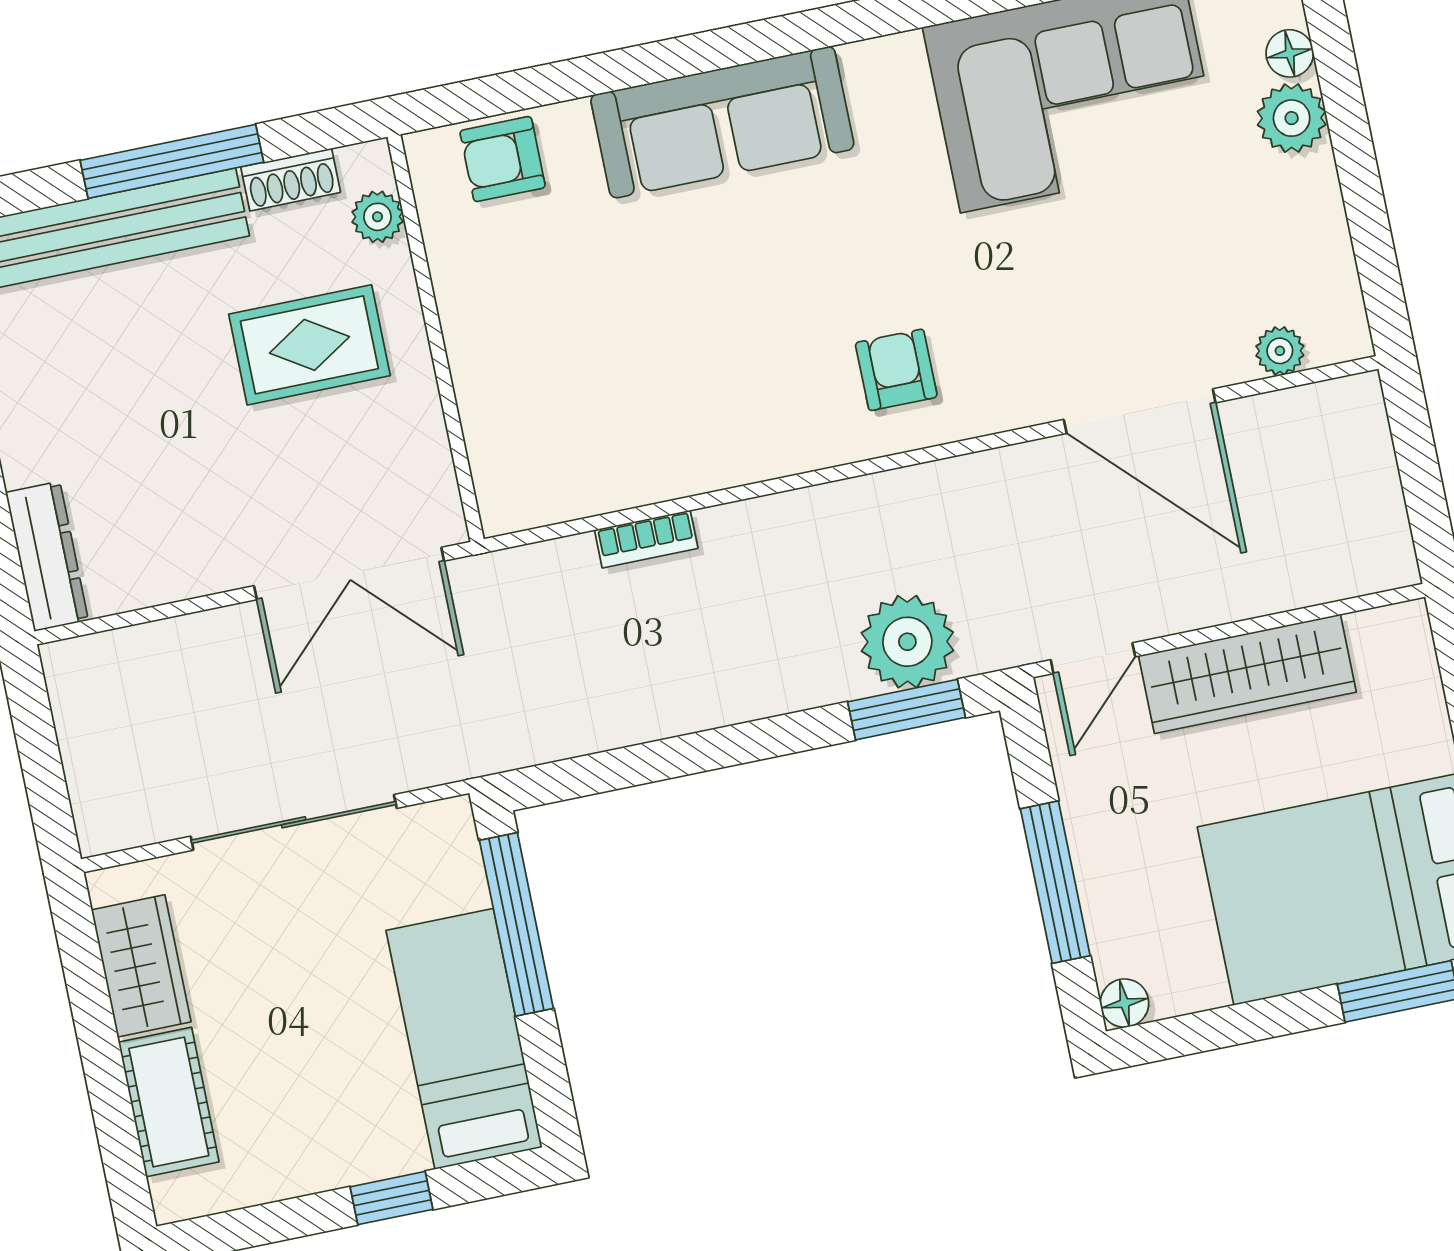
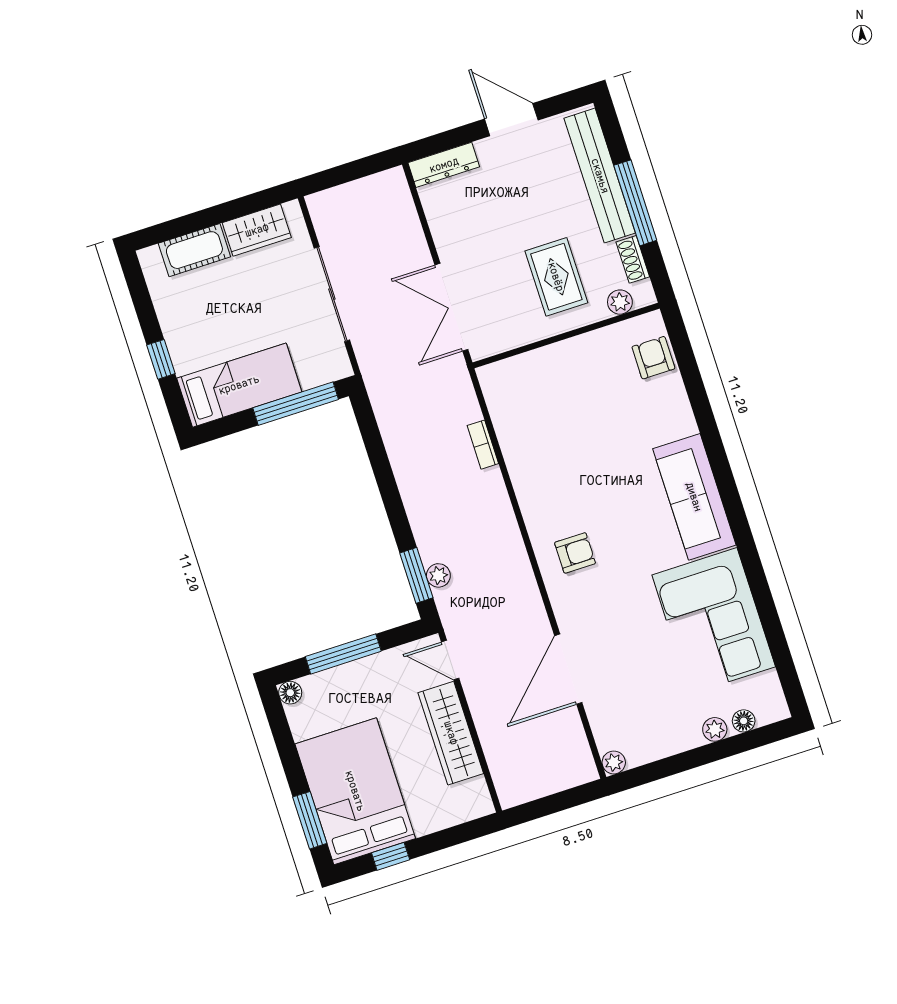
plant: (1292, 118) -> (715, 729), width x0.73, depth x0.73
sofa: (722, 122) -> (694, 497), moved
plant: (1280, 351) -> (614, 762), moved
plant: (907, 642) -> (438, 575), width x0.53, depth x0.53

